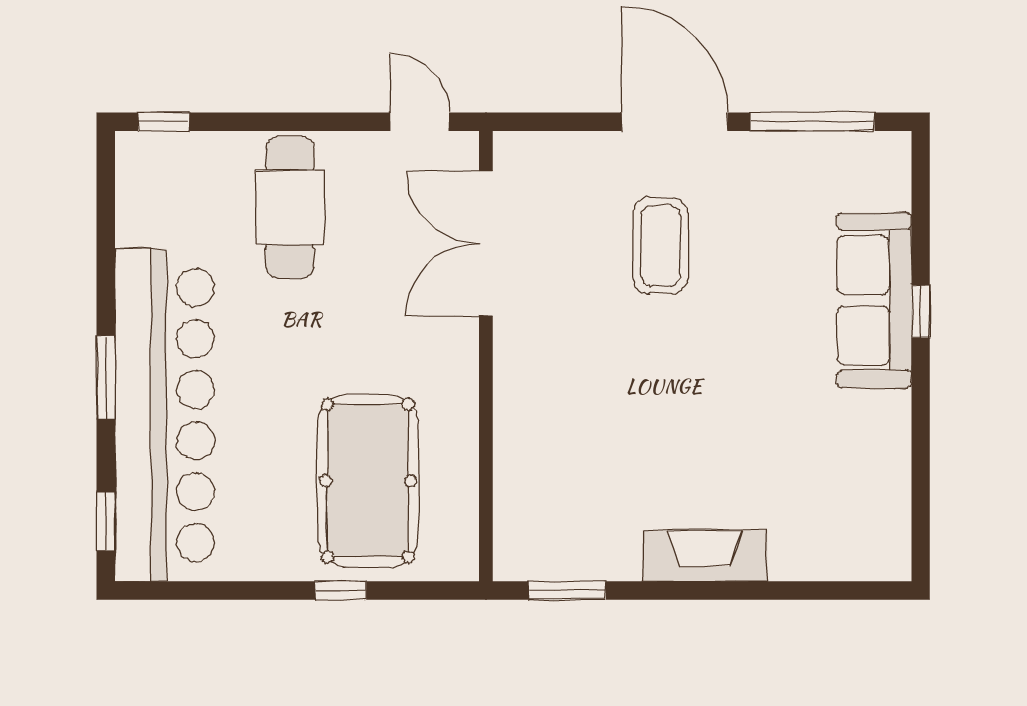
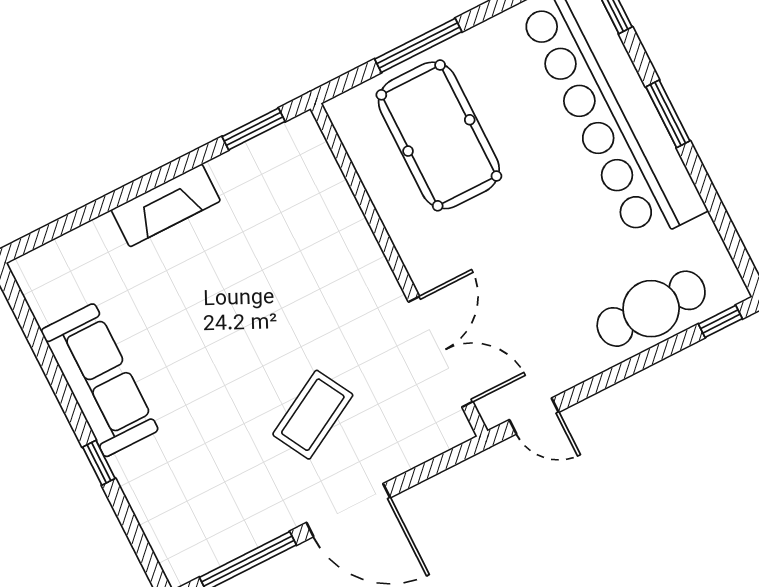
cafe table: (290, 207) -> (651, 309), moved, turned 90
coffee table: (660, 246) -> (313, 415), turned 61
sofa: (874, 300) -> (100, 380), moved
window: (341, 591) -> (418, 45), width x2.17

